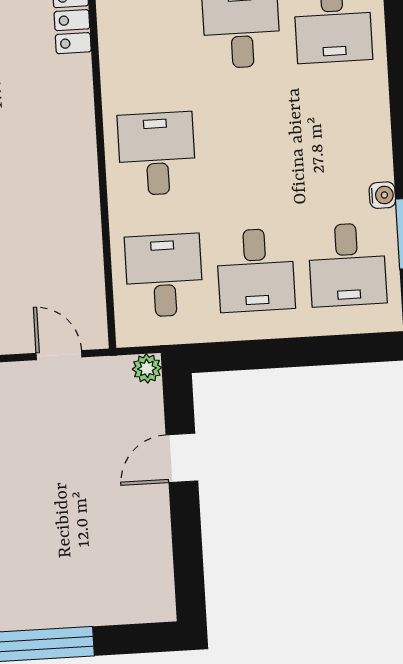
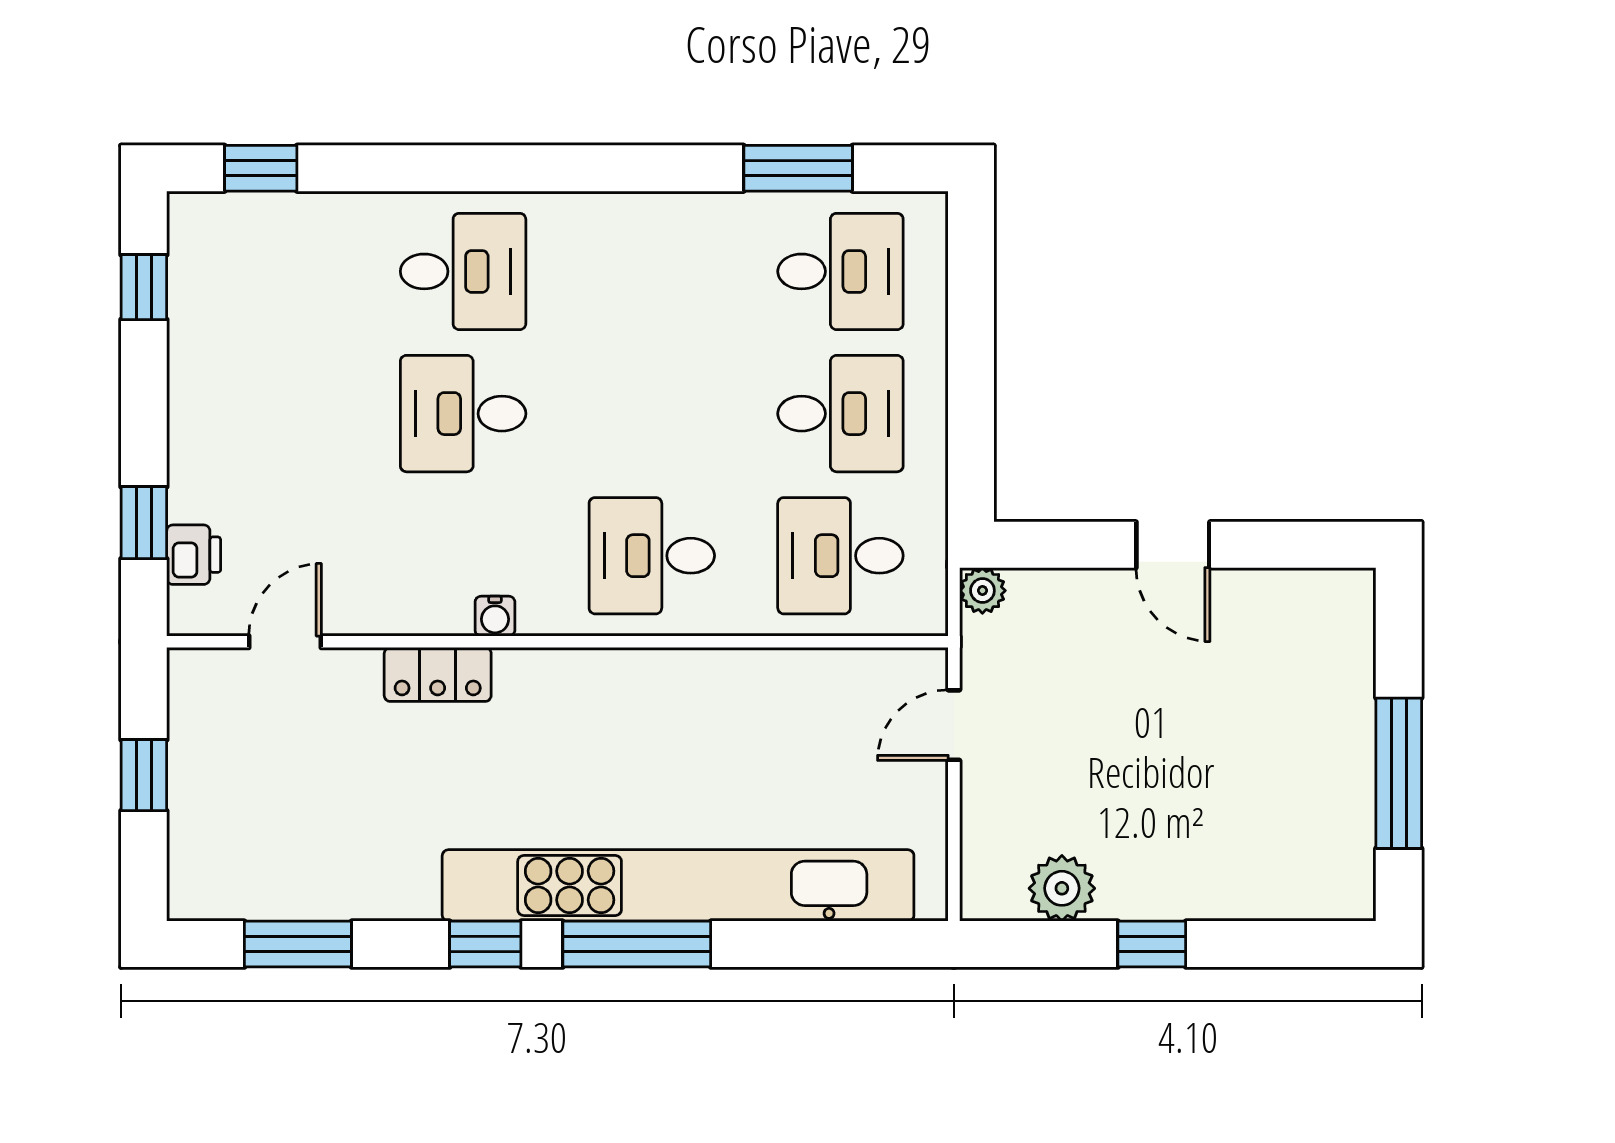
water cooler: (382, 195) -> (495, 616), moved, turned 180
door: (182, 458) -> (1173, 545), moved

